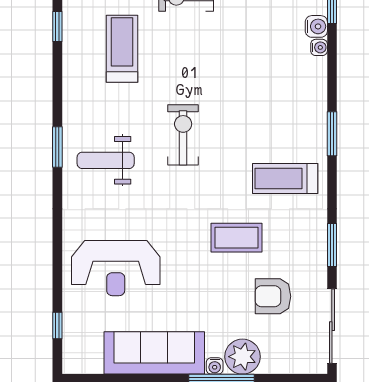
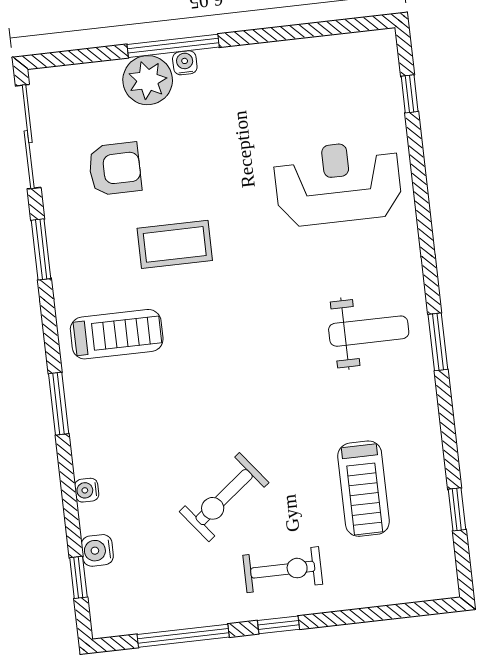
water cooler: (319, 47) -> (87, 490), moved
exercise bike: (183, 135) -> (224, 497), moved, turned 52
sofa: (154, 353) -> (271, 71), removed

